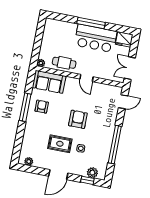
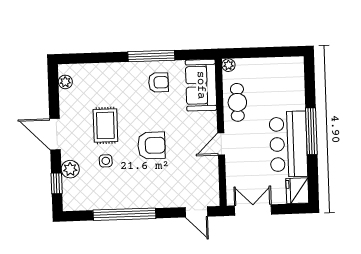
plant: (92, 173) -> (70, 169), moved

